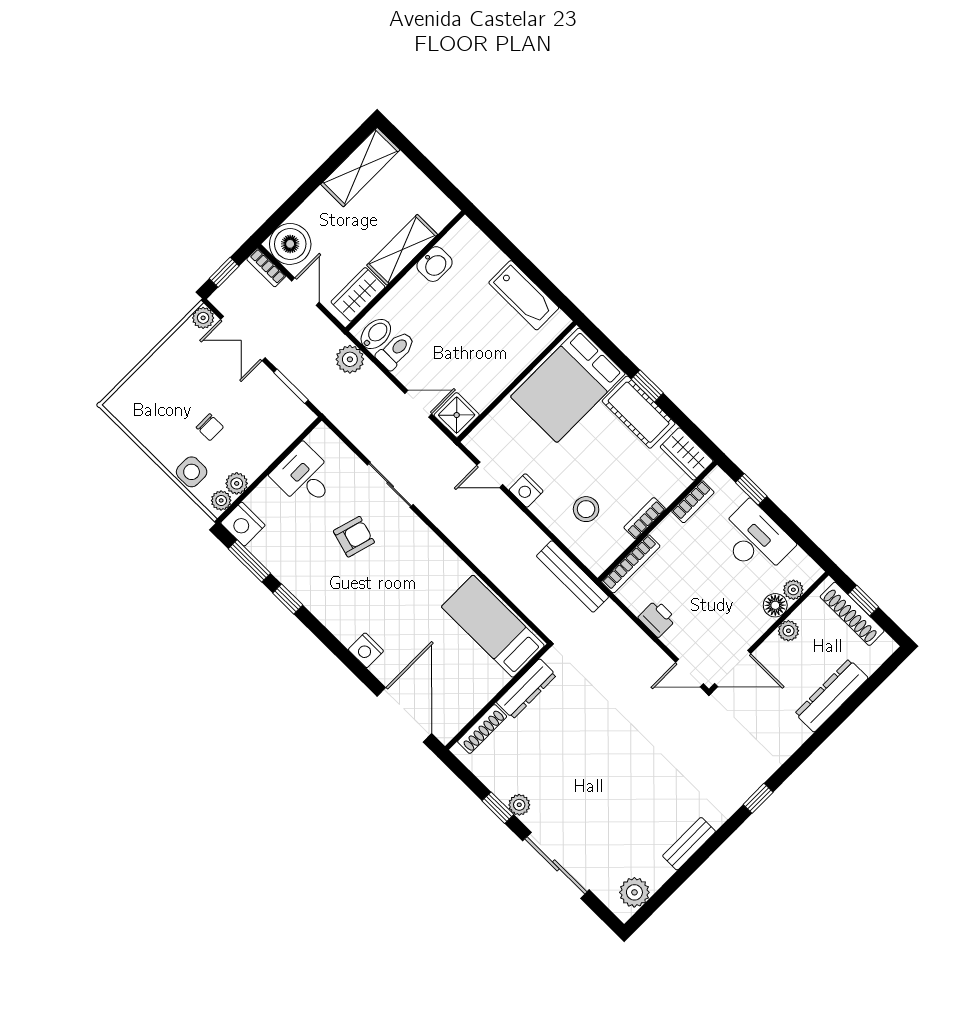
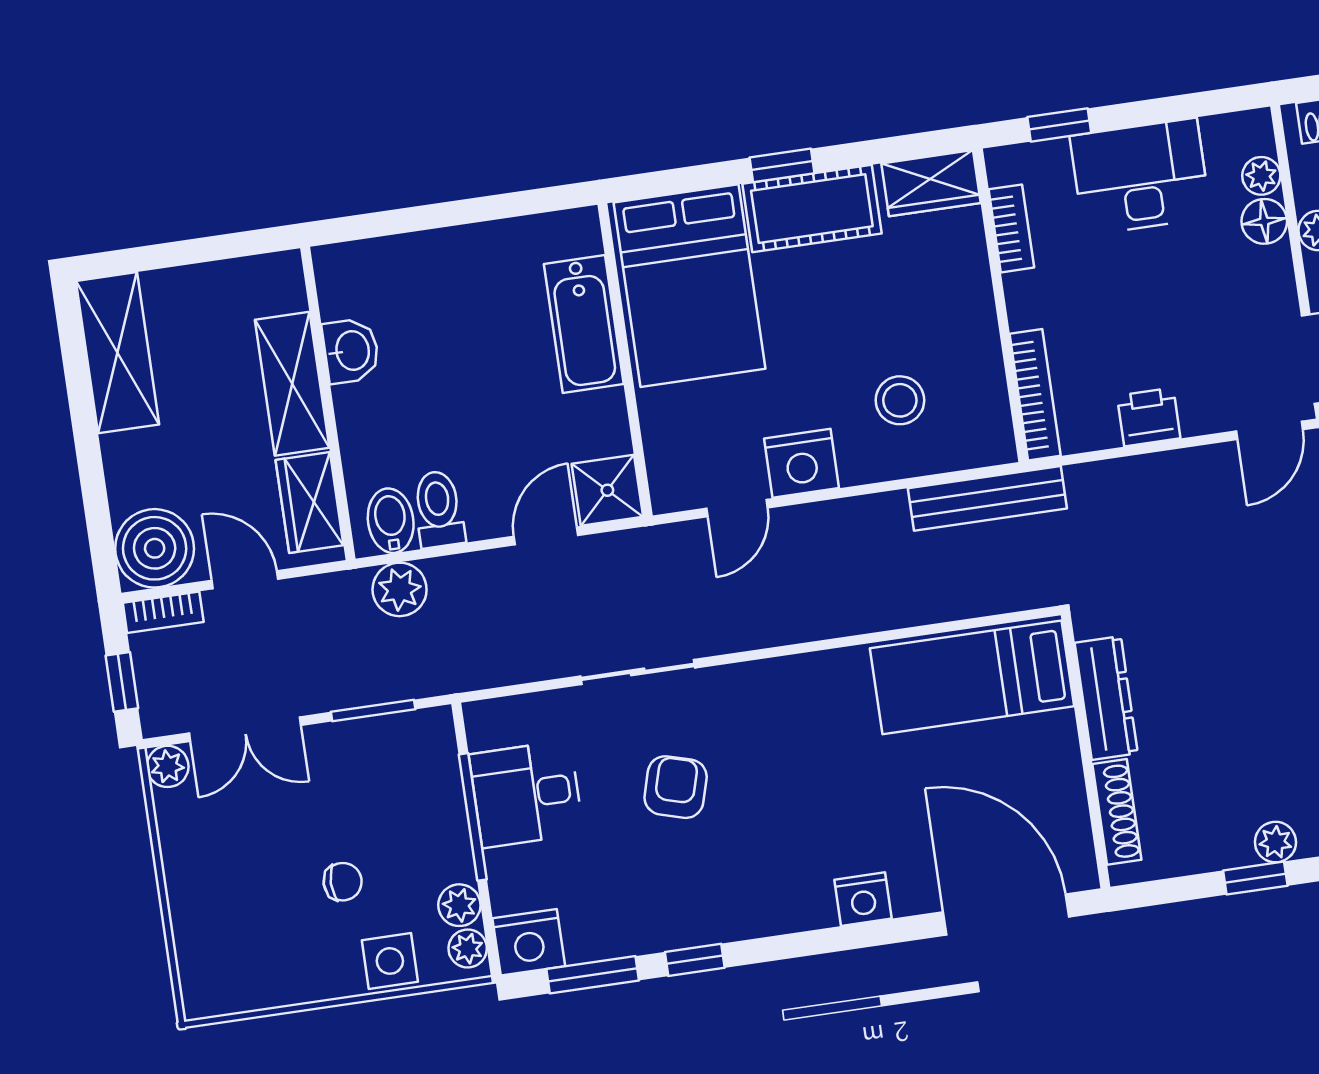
bathtub: (524, 295) -> (584, 324), moved, turned 90
window: (278, 461) -> (473, 817), added
nightstand: (526, 490) -> (802, 463), width x1.36, depth x1.33
bookcase: (645, 518) -> (981, 321), removed

